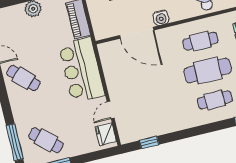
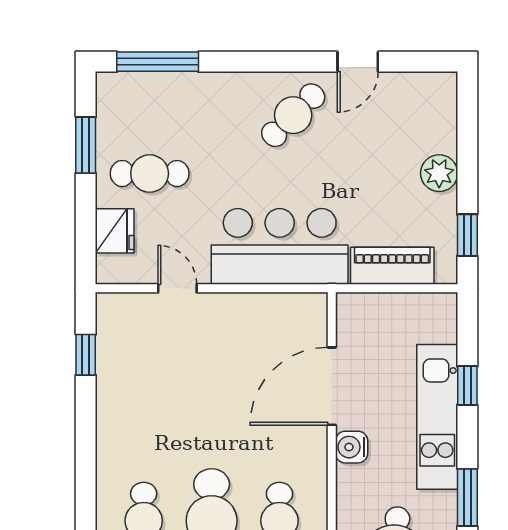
fridge: (106, 134) -> (115, 231), moved, turned 90
cafe table: (46, 140) -> (150, 174), moved, turned 48

